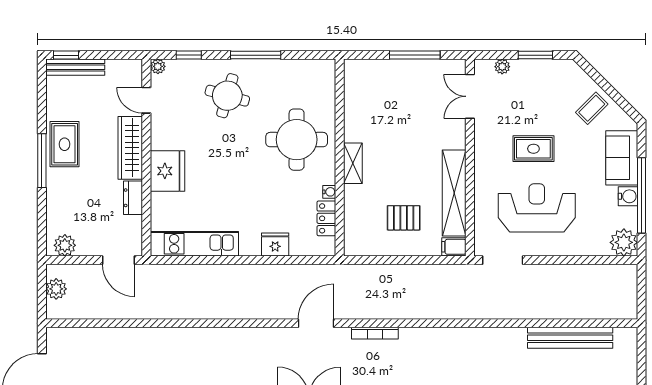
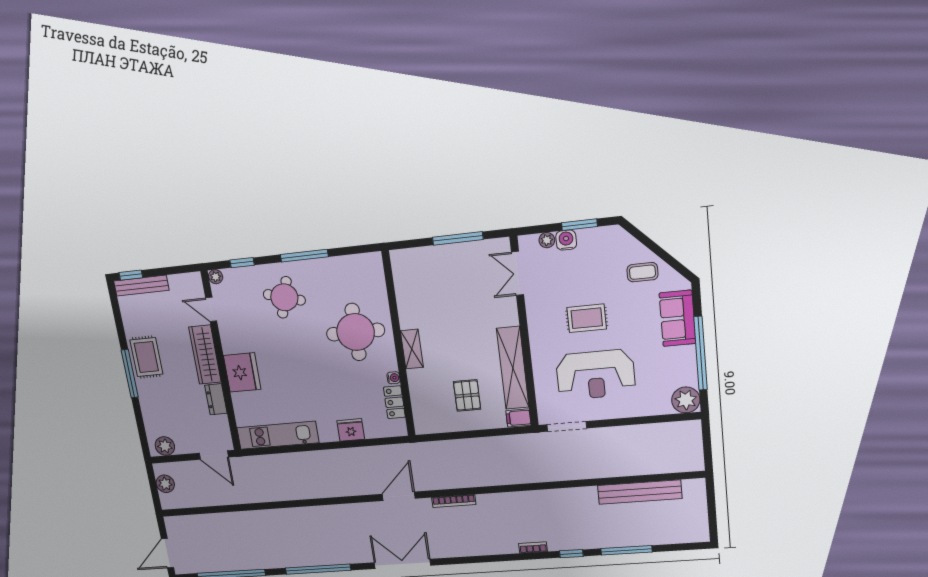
coffee table: (592, 108) -> (642, 272), turned 45
water cooler: (628, 196) -> (566, 240), moved, turned -90
reception desk: (537, 208) -> (596, 375), turned 180
pallet: (404, 218) -> (467, 395), turned 90

